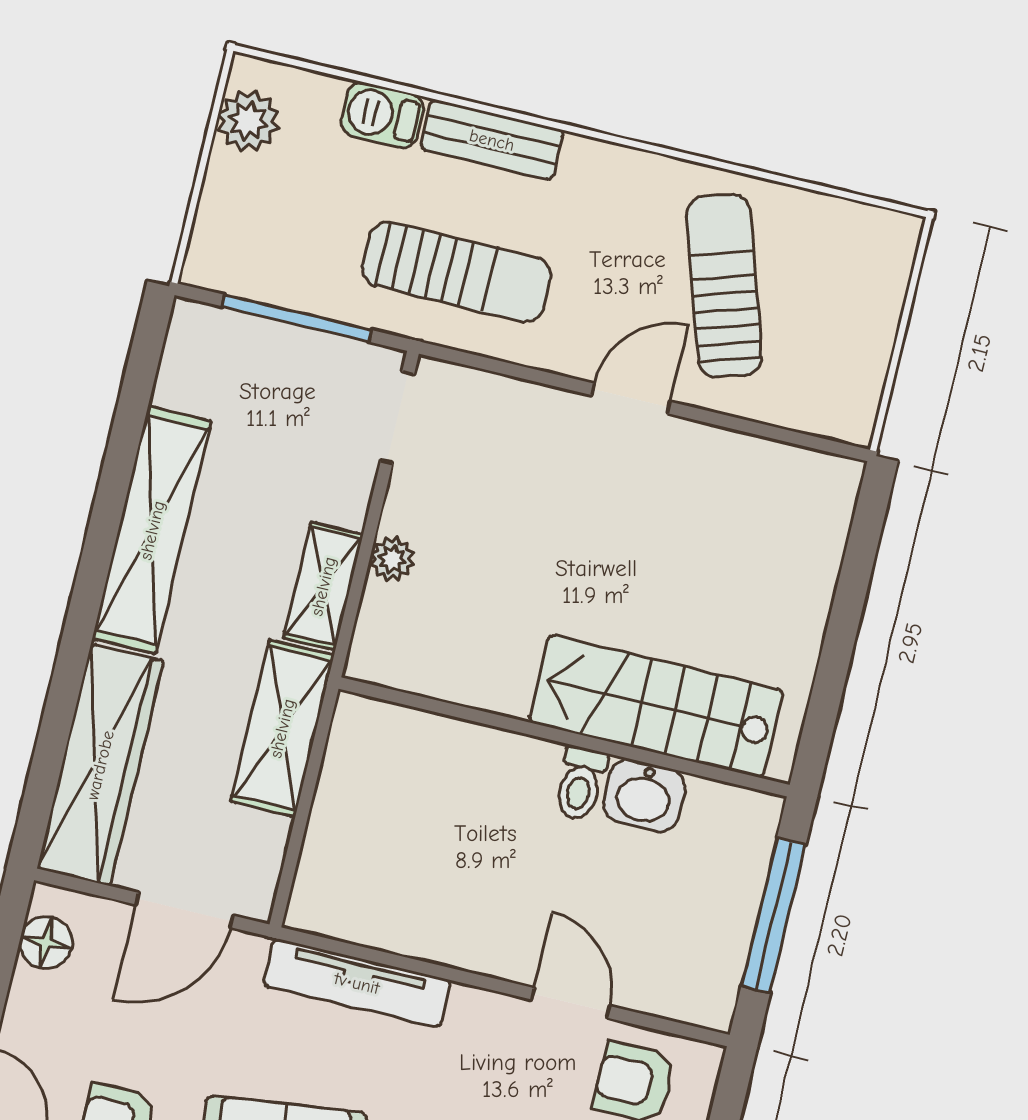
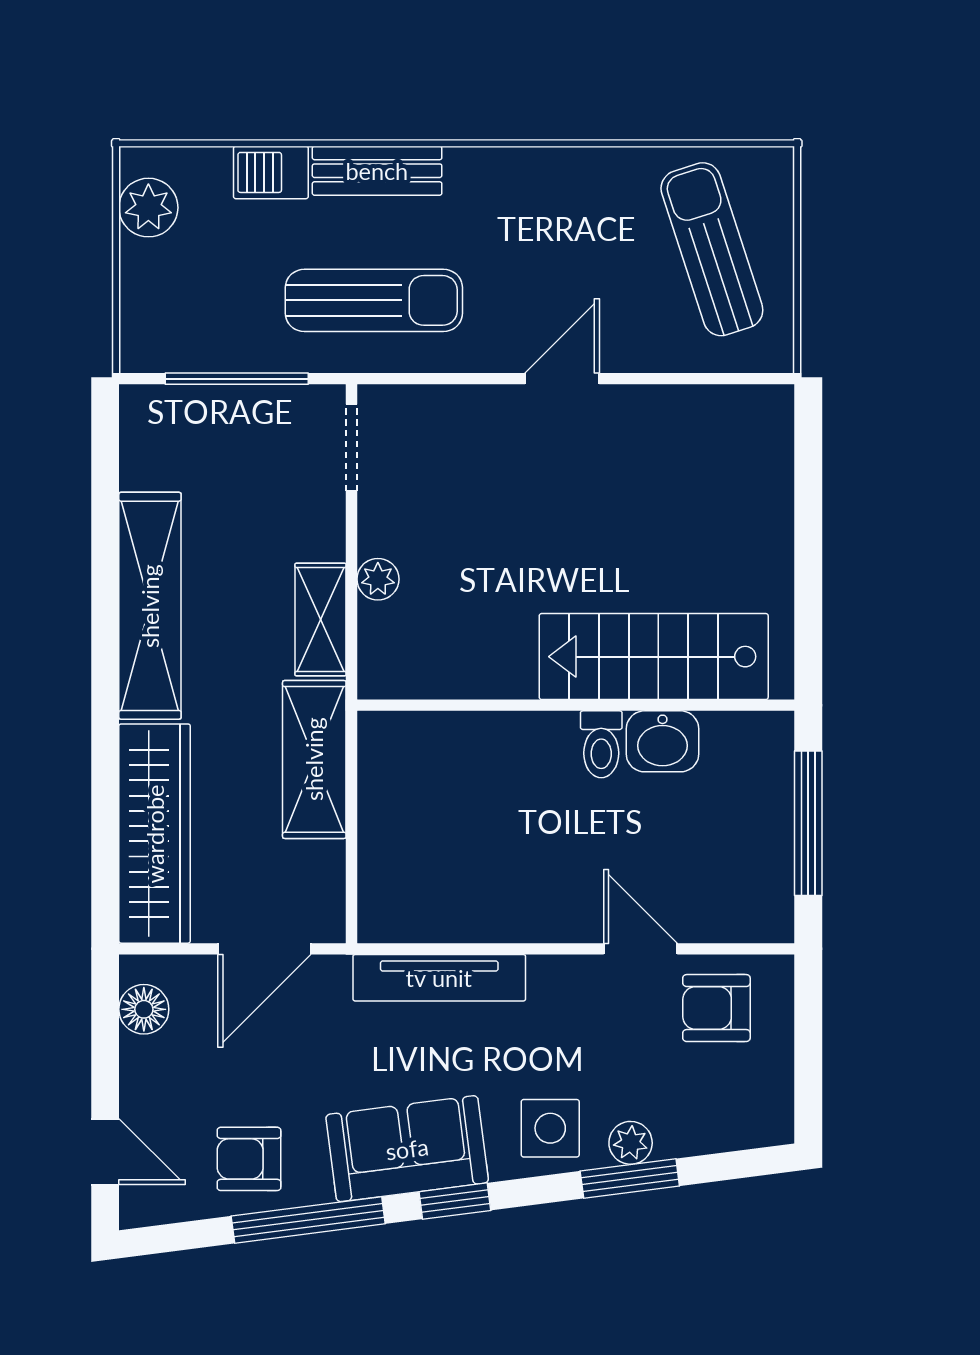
sun lounger: (724, 286) -> (712, 249), moved

